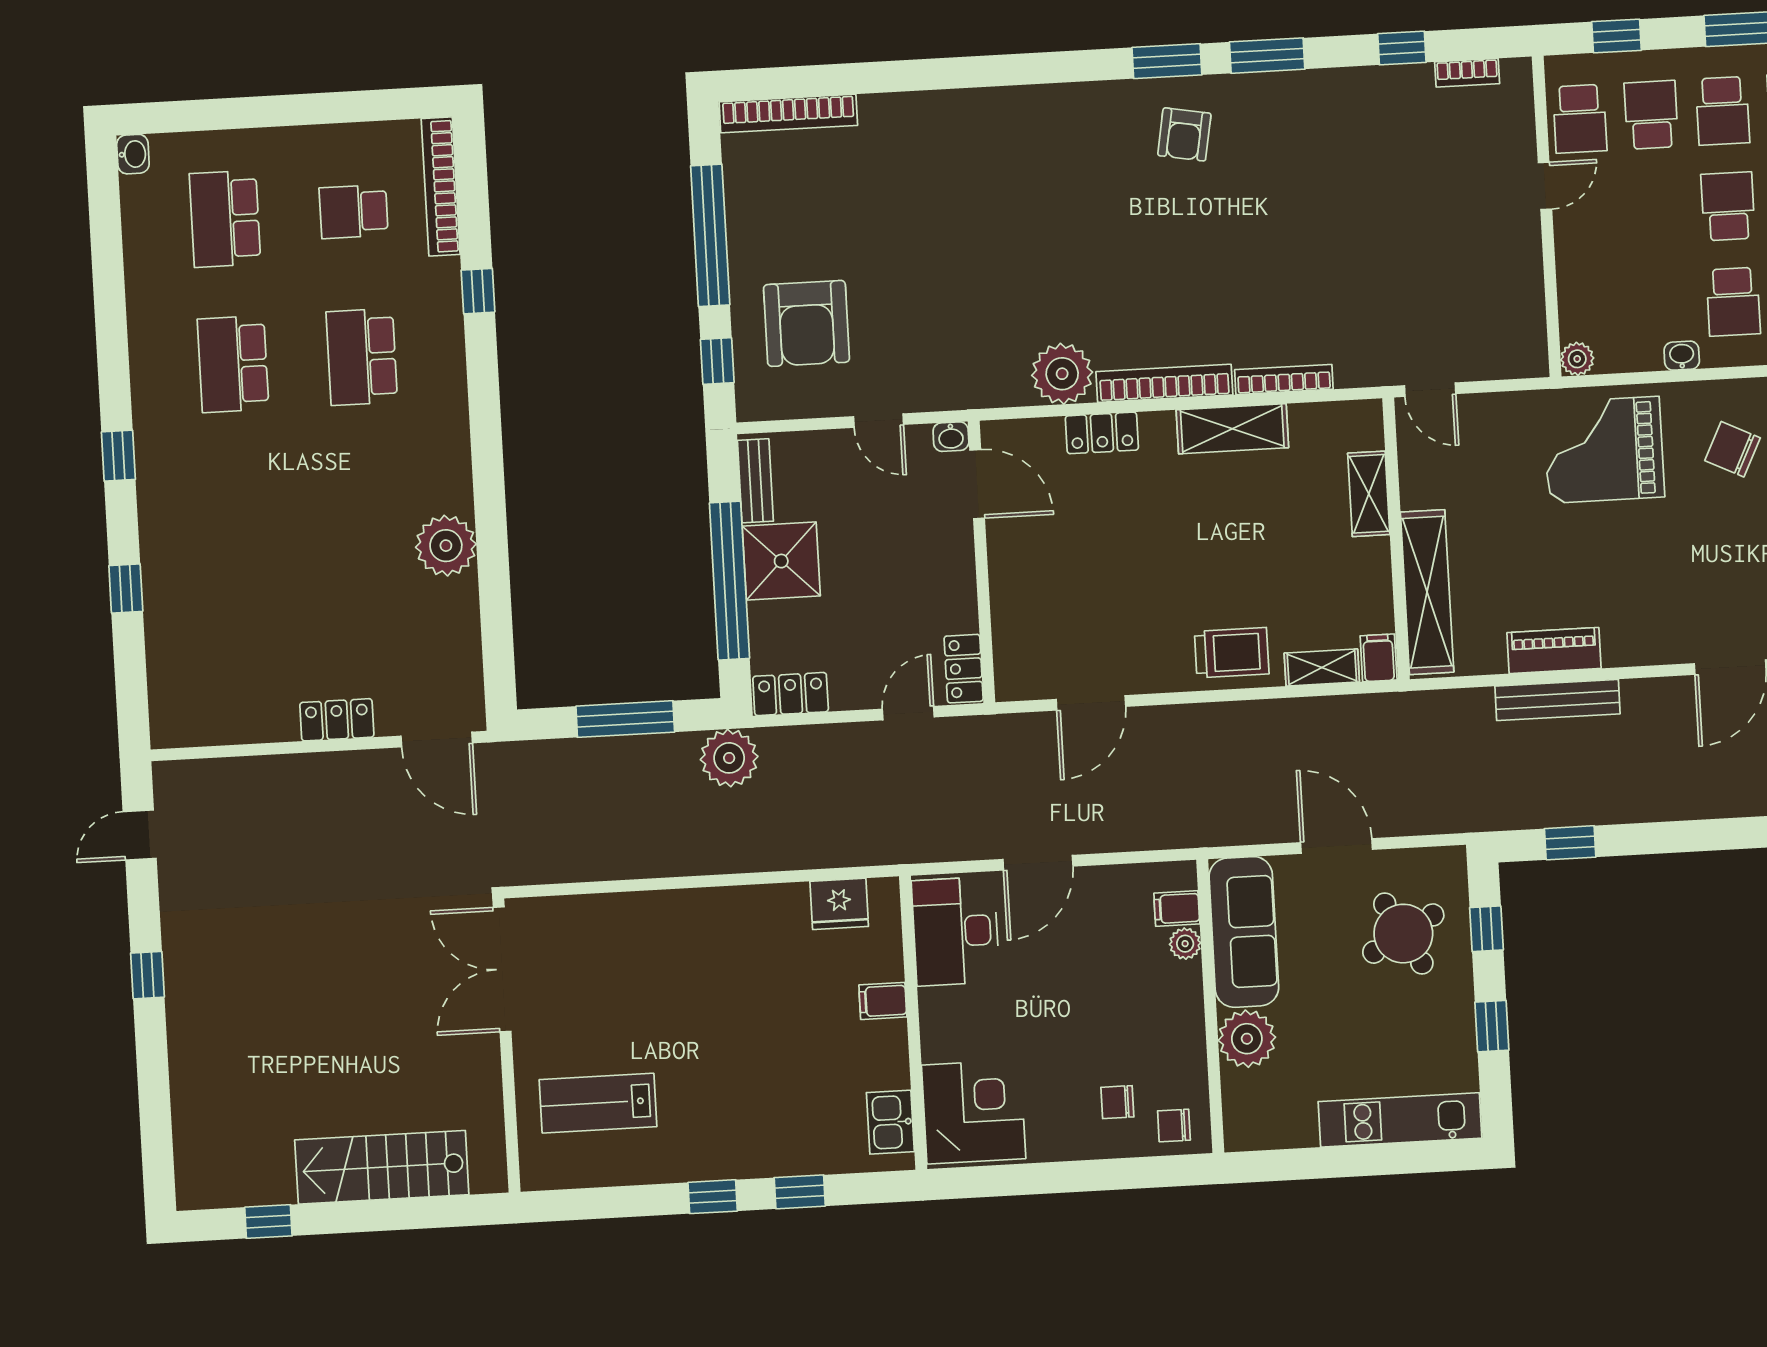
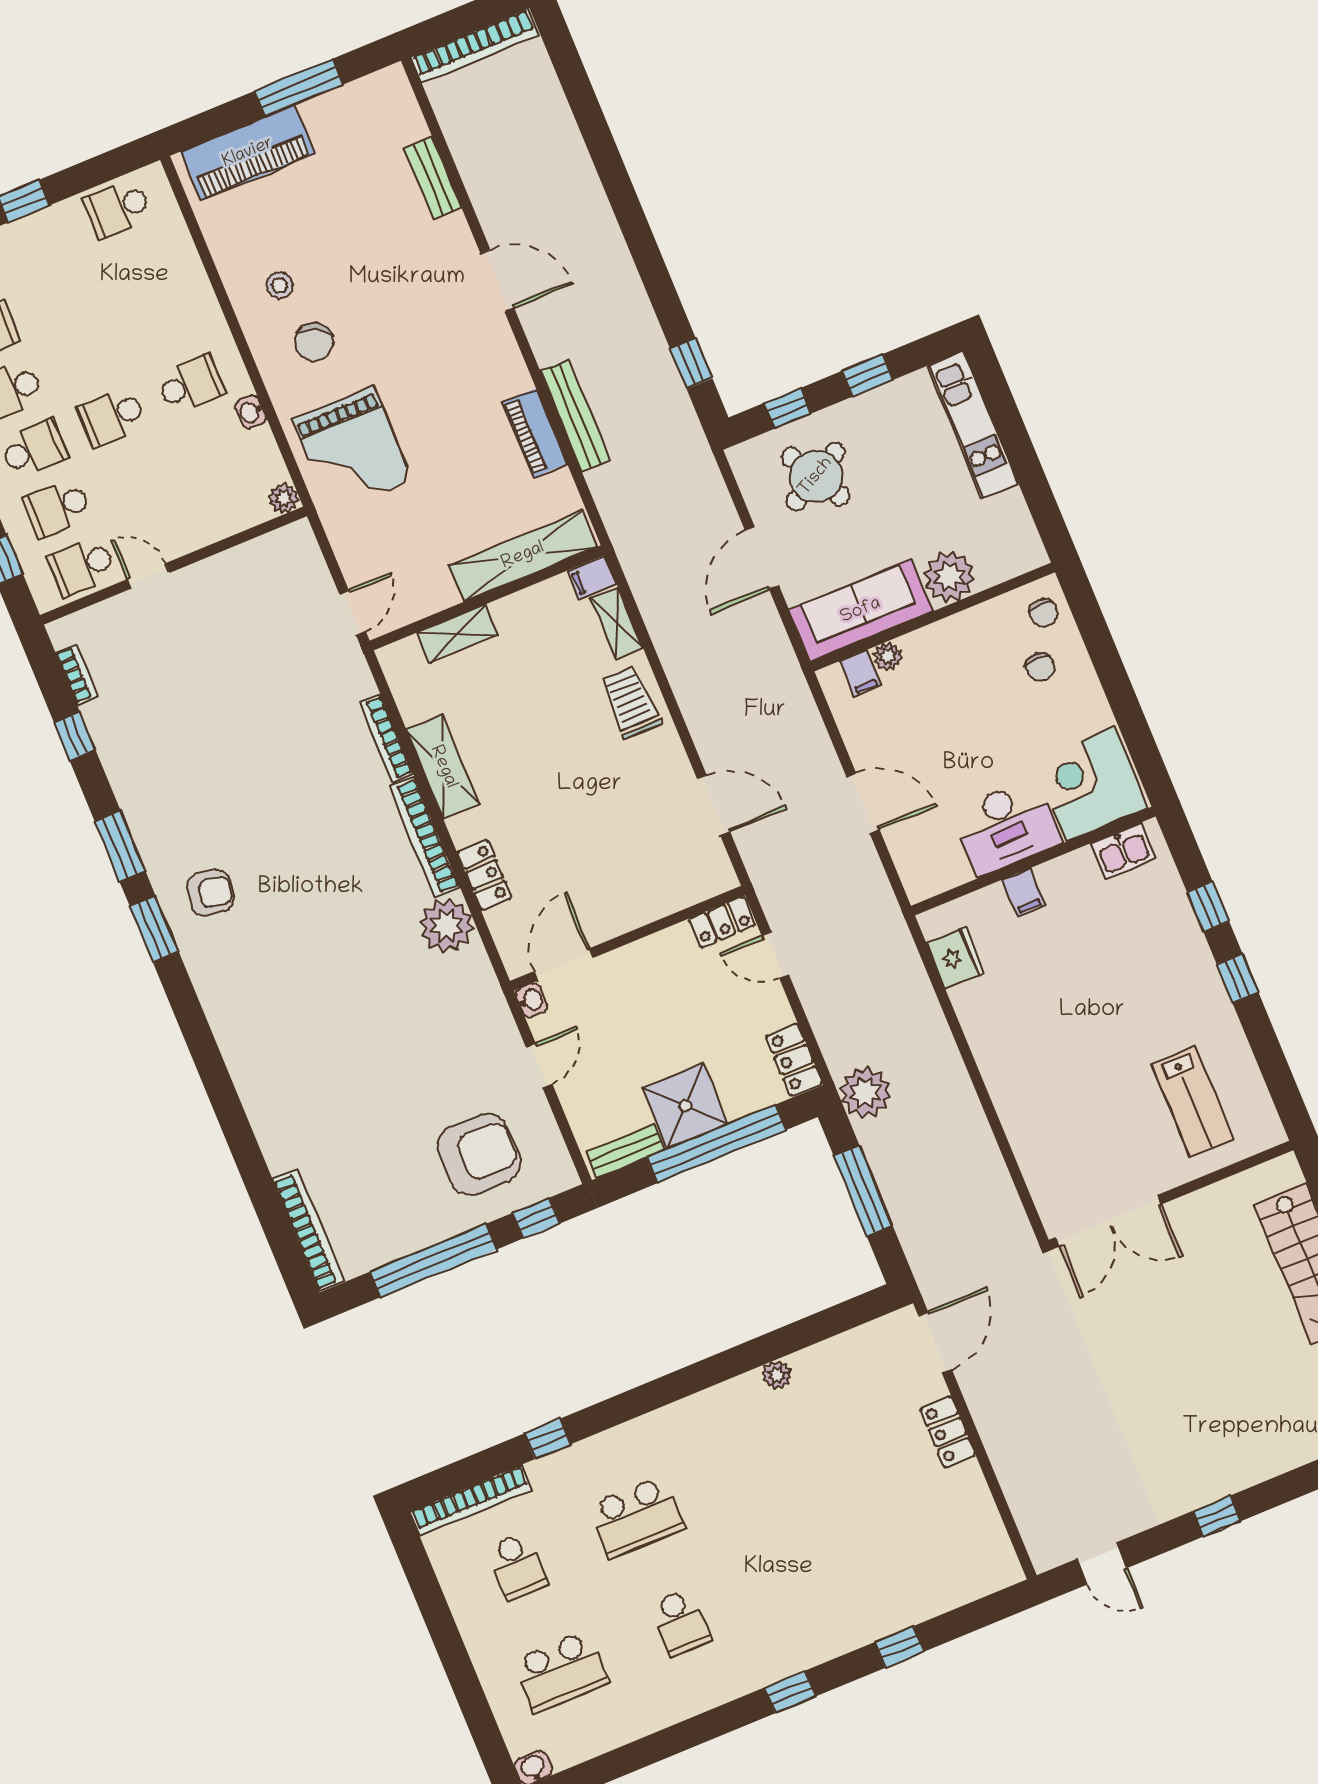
school desk: (1580, 119) -> (82, 566), turned 180
school desk: (233, 364) -> (680, 1622), width x0.54
plant: (446, 546) -> (777, 1375), width x0.53, depth x0.53
desk: (955, 931) -> (1007, 827), moved

